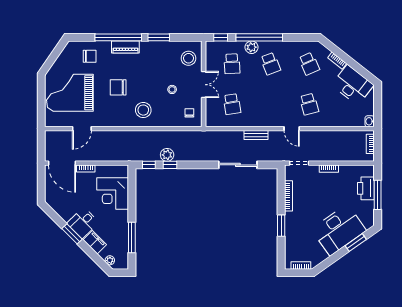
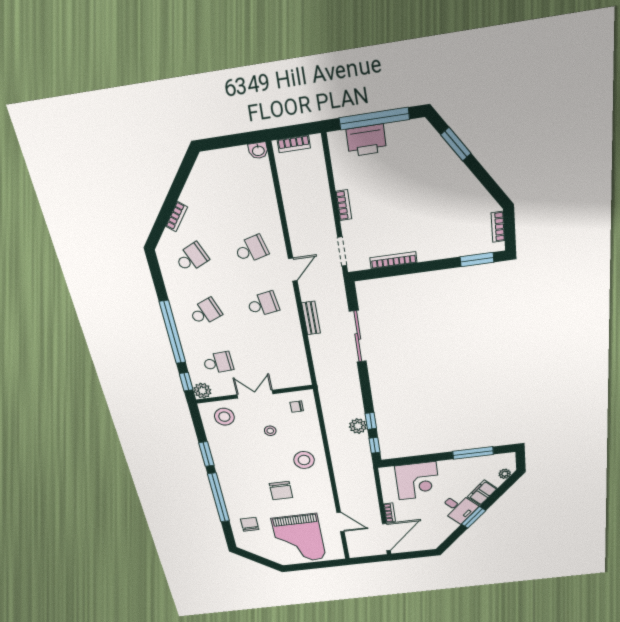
piano: (125, 47) -> (228, 489), removed
plant: (252, 47) -> (202, 391), moved
desk: (353, 85) -> (207, 187), removed
school desk: (232, 104) -> (263, 304), moved
window: (378, 195) -> (374, 119), width x1.46
window: (281, 226) -> (477, 260), moved
desk: (339, 230) -> (438, 175), removed

